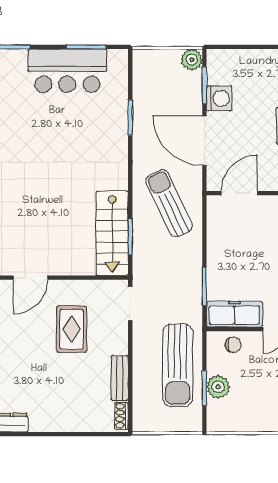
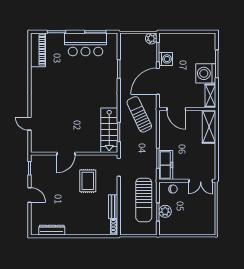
door: (204, 141) -> (158, 81), hinge flipped
door: (239, 193) -> (176, 109), swing flipped
freezer: (234, 314) -> (166, 165), moved, turned 90

